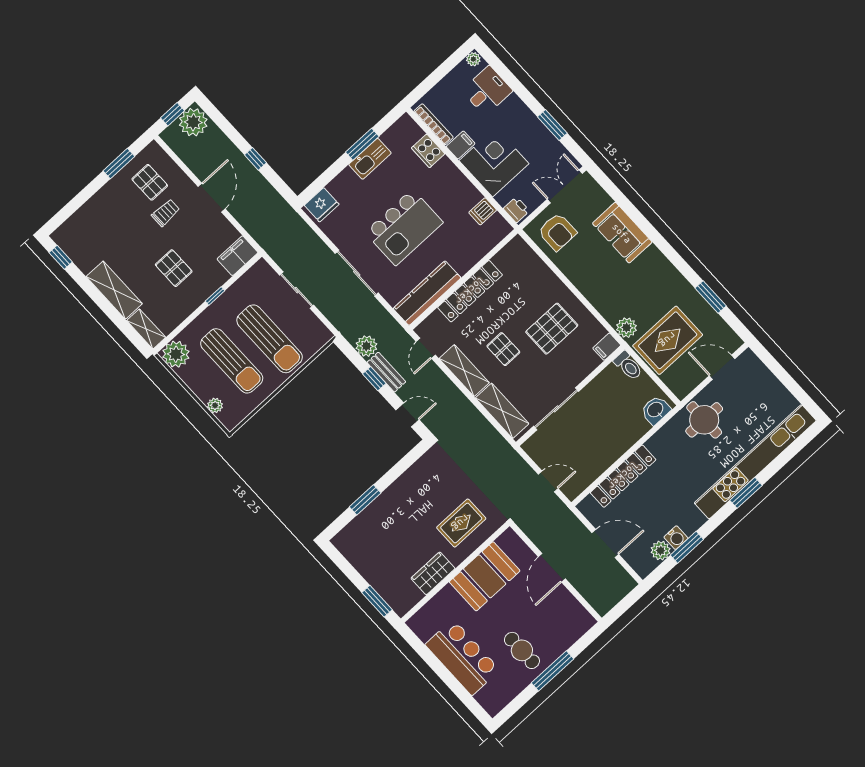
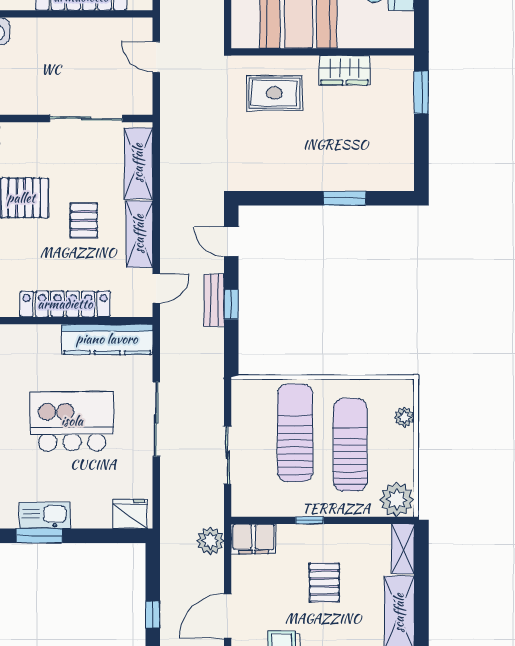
plant: (366, 346) -> (210, 541), moved

